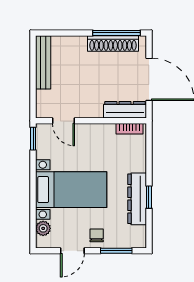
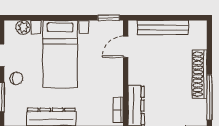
shoe rack: (113, 43) -> (199, 74), moved
bench: (43, 62) -> (163, 27), moved

